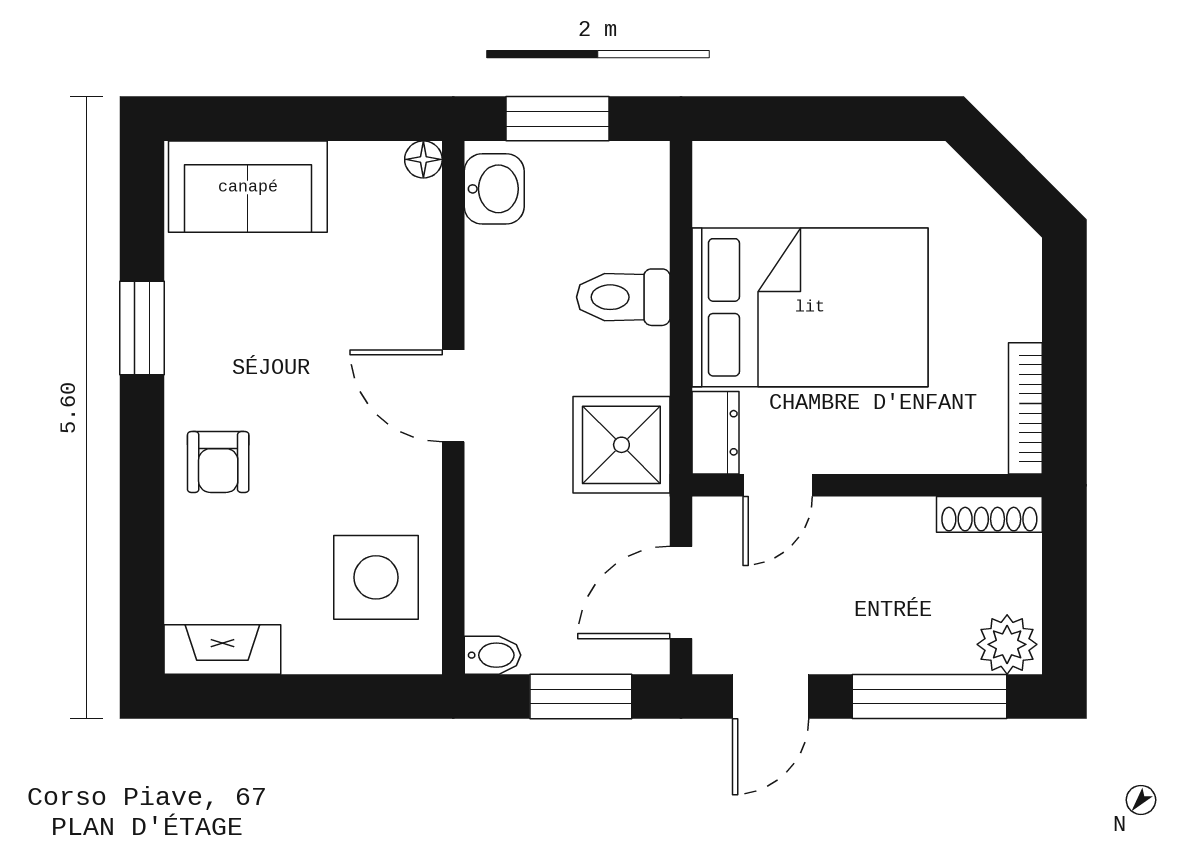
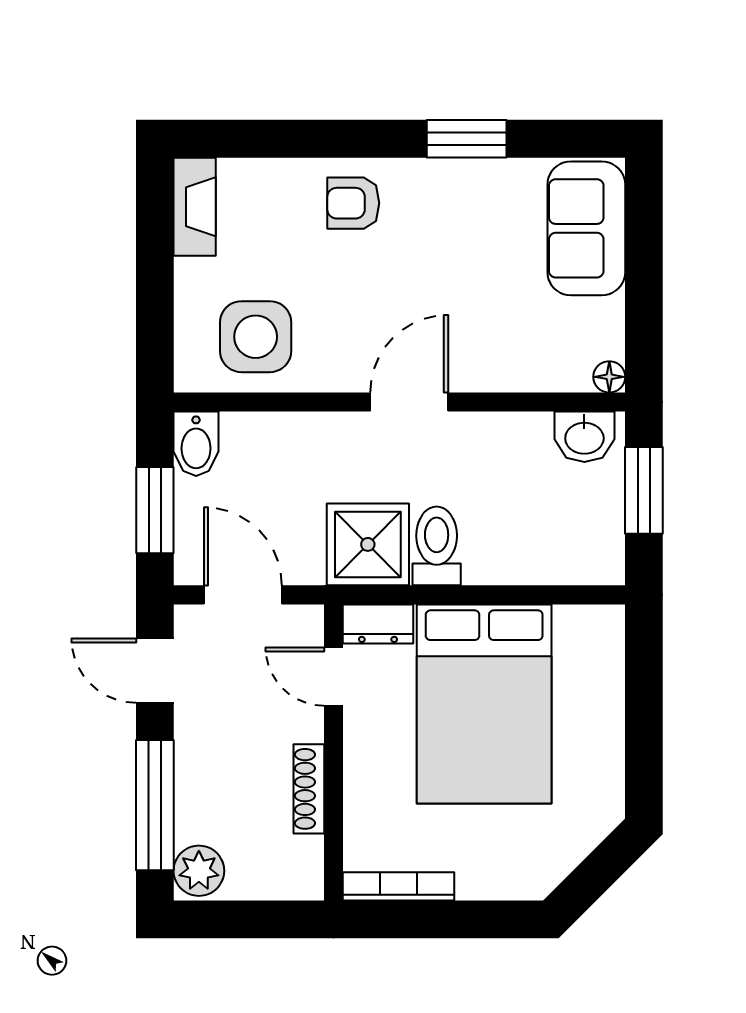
toilet: (623, 297) -> (437, 546), moved
shoe rack: (989, 514) -> (309, 789), moved
bidet: (492, 655) -> (196, 444), width x1.38, depth x1.36

